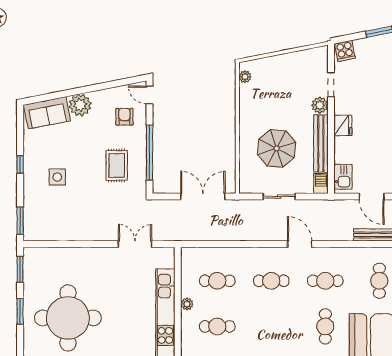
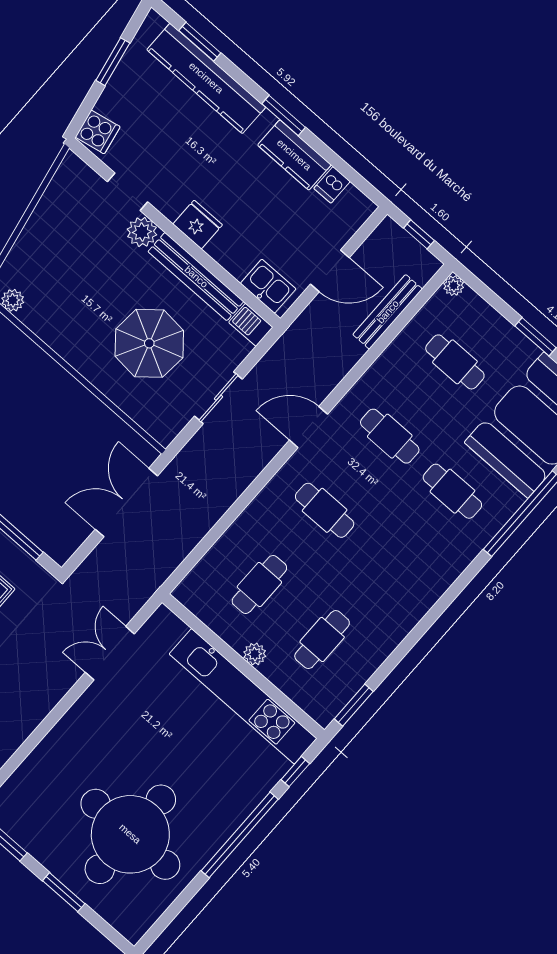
cafe table: (271, 281) -> (325, 510), turned 90
cafe table: (325, 281) -> (390, 436), turned 90

